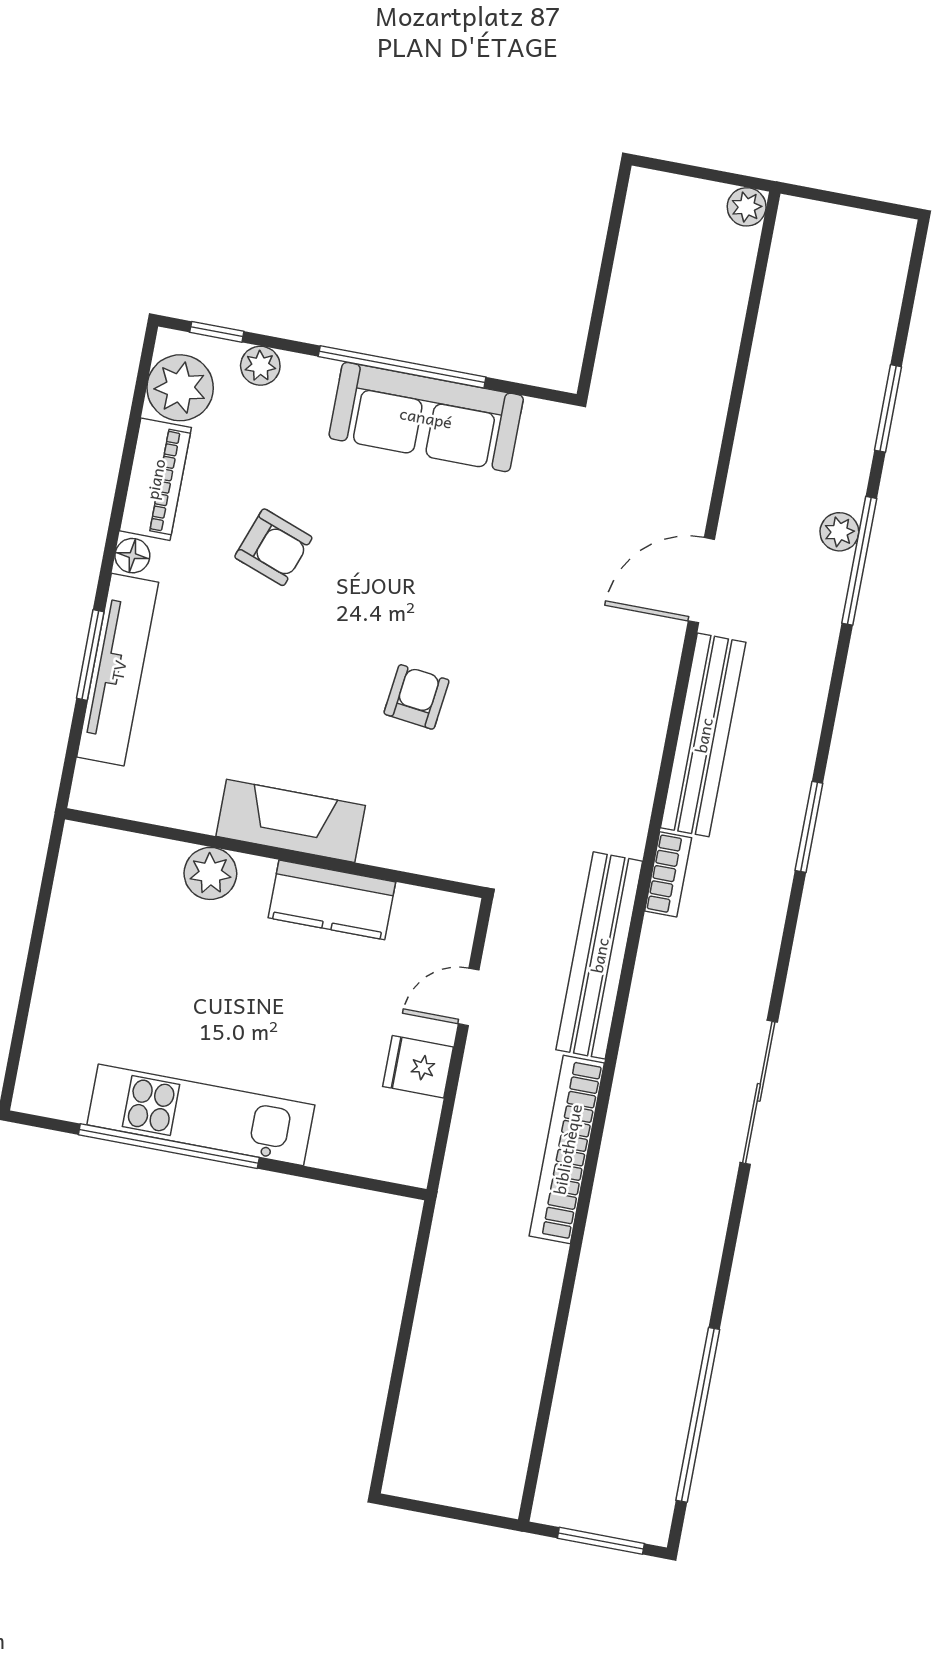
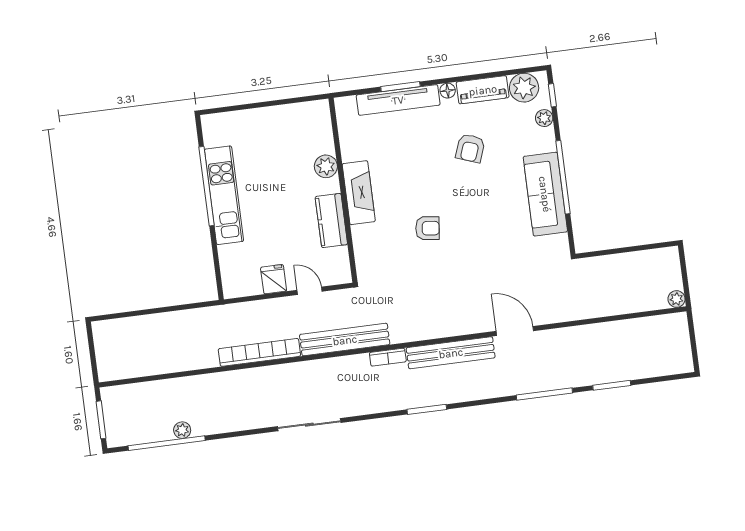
plant: (839, 532) -> (182, 430), moved

